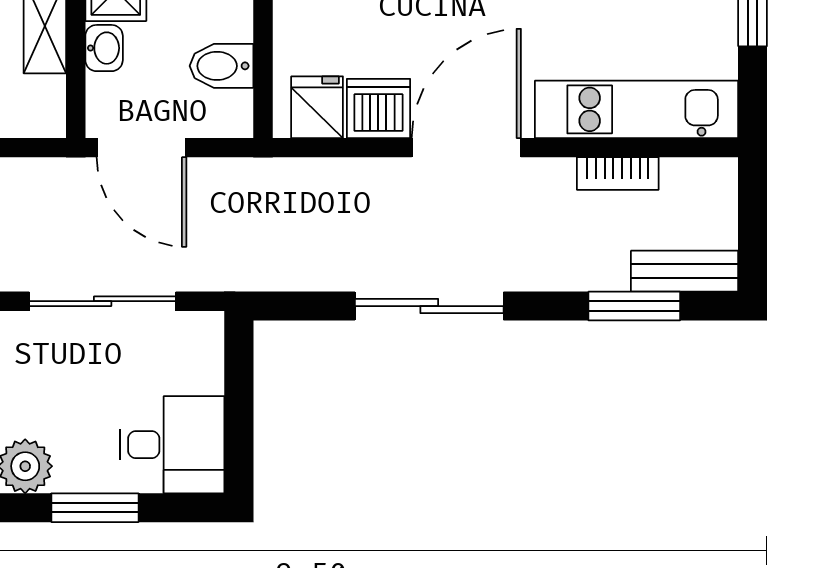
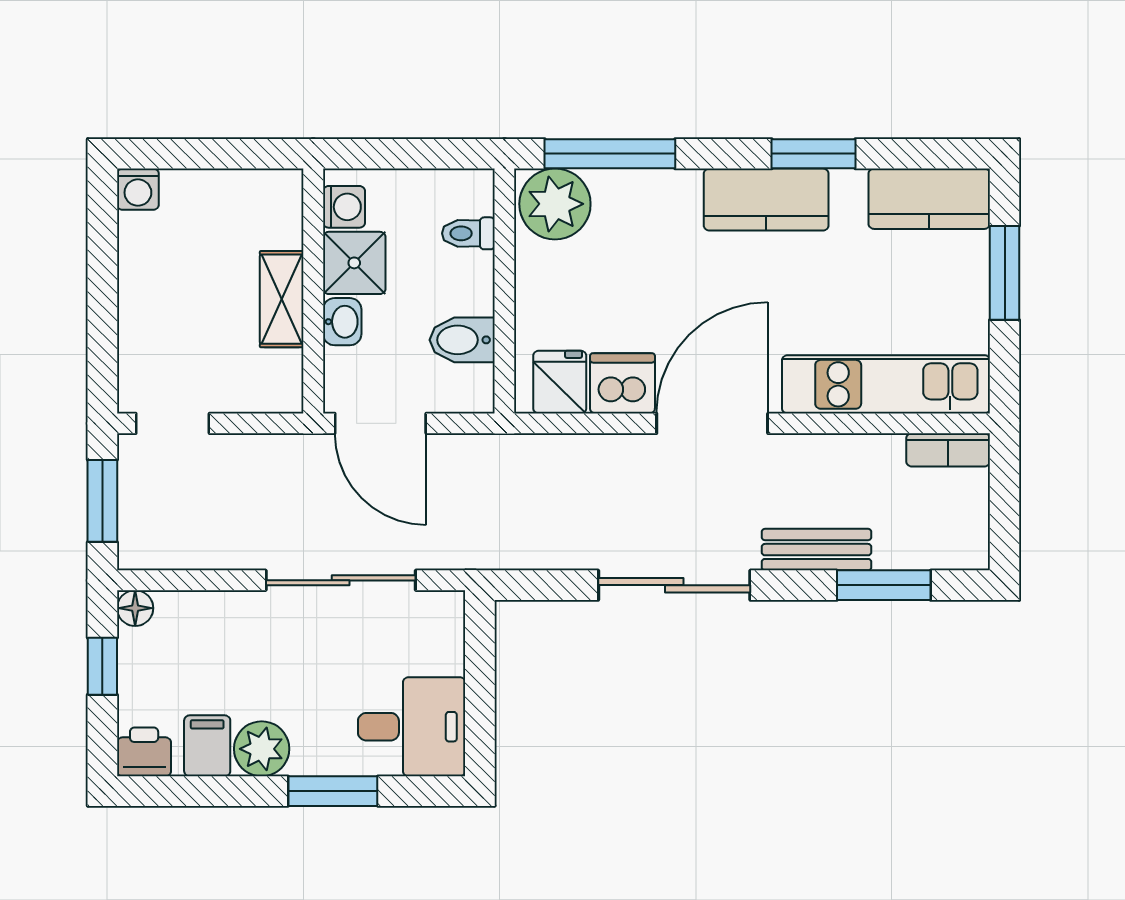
bookcase: (618, 174) -> (948, 450), moved
bench: (685, 271) -> (817, 550), moved

